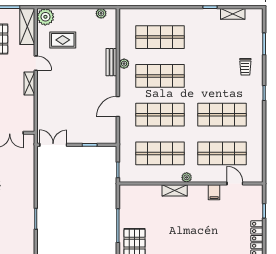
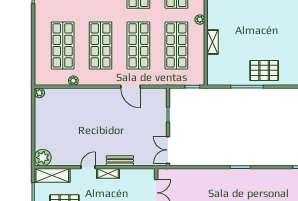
plant: (101, 13) -> (39, 93), moved
rug: (63, 40) -> (65, 141), removed
bench: (111, 62) -> (120, 161), moved
plant: (124, 64) -> (73, 81), moved
shelving: (175, 190) -> (213, 42), moved

